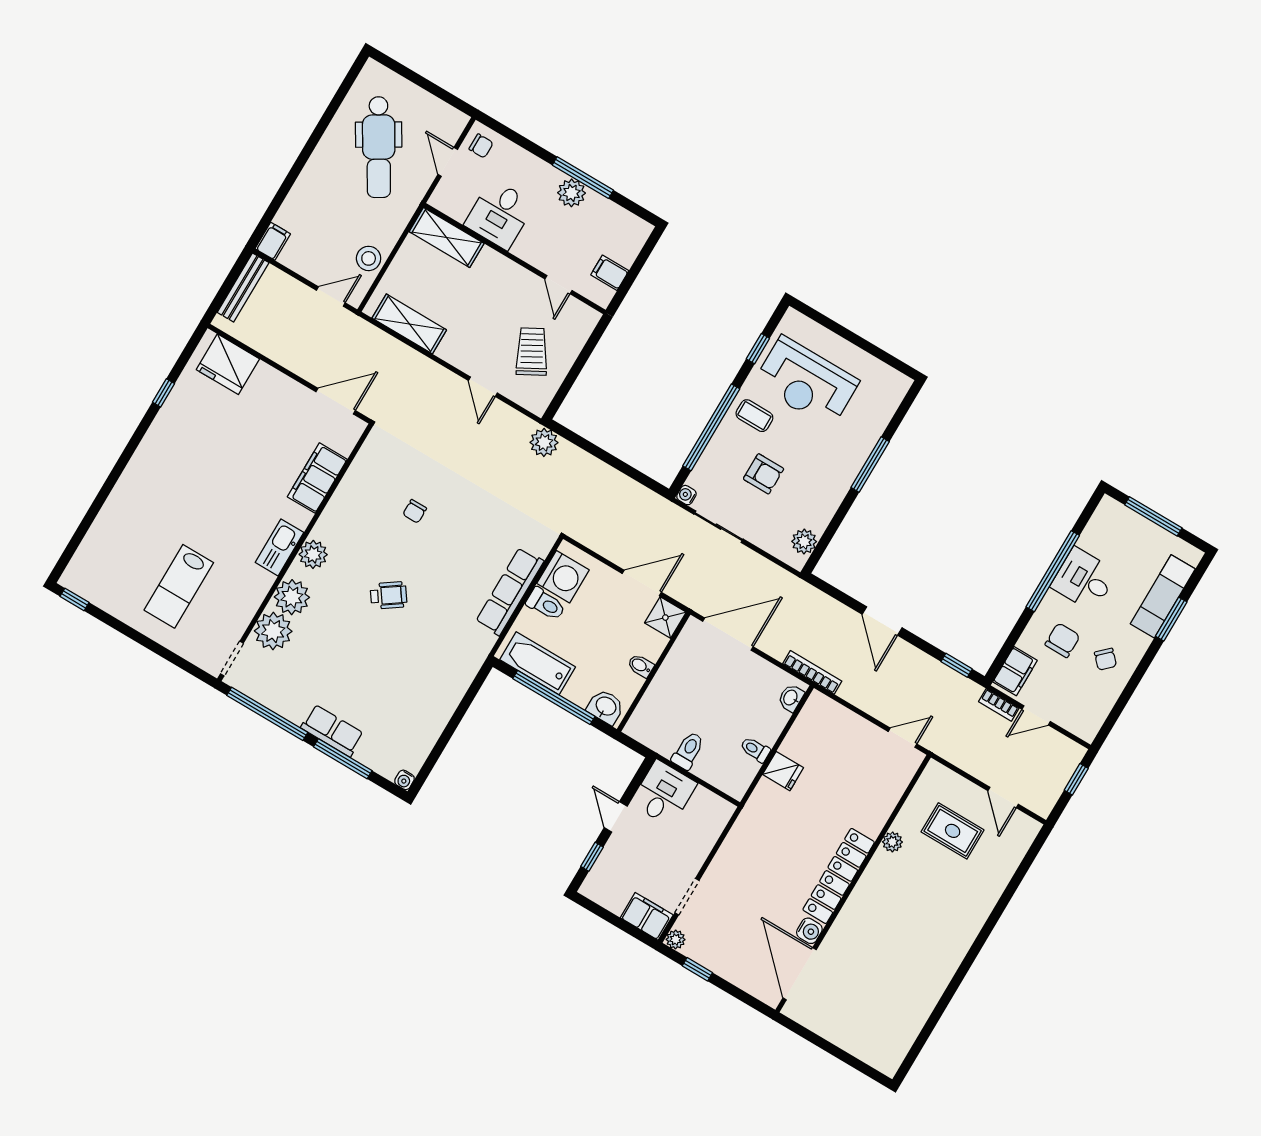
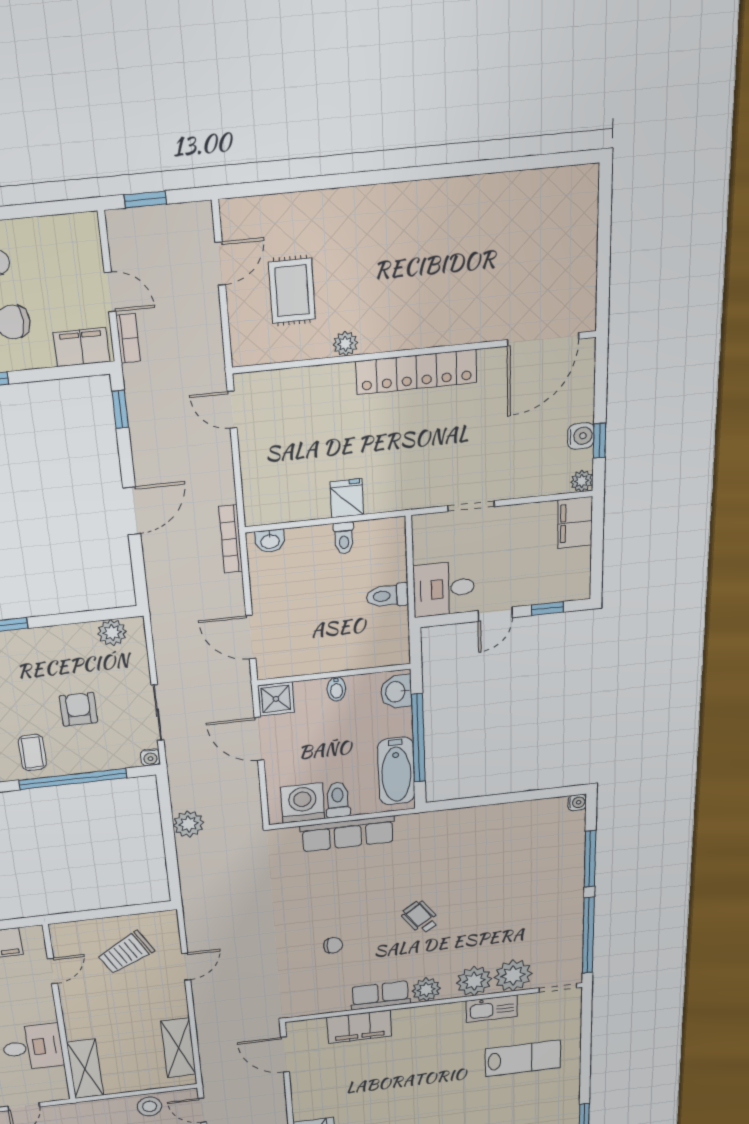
plant: (544, 442) -> (188, 824), moved
kitchen sink: (280, 547) -> (492, 1009), moved
door: (728, 634) -> (251, 637), width x0.73
row of seats: (332, 731) -> (380, 995), moved, turned 90
doorway: (687, 897) -> (471, 506), moved
water cooler: (809, 931) -> (581, 436), moved, turned 90

